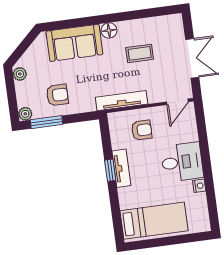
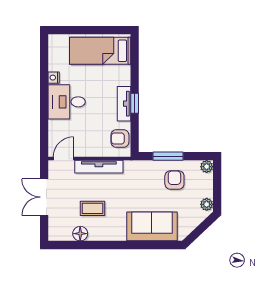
floor lamp: (109, 30) -> (80, 234), moved
armchair: (57, 95) -> (174, 180), turned 90
tv unit: (122, 101) -> (99, 167), moved
window: (46, 122) -> (168, 156), moved
armchair: (142, 130) -> (120, 139), moved

